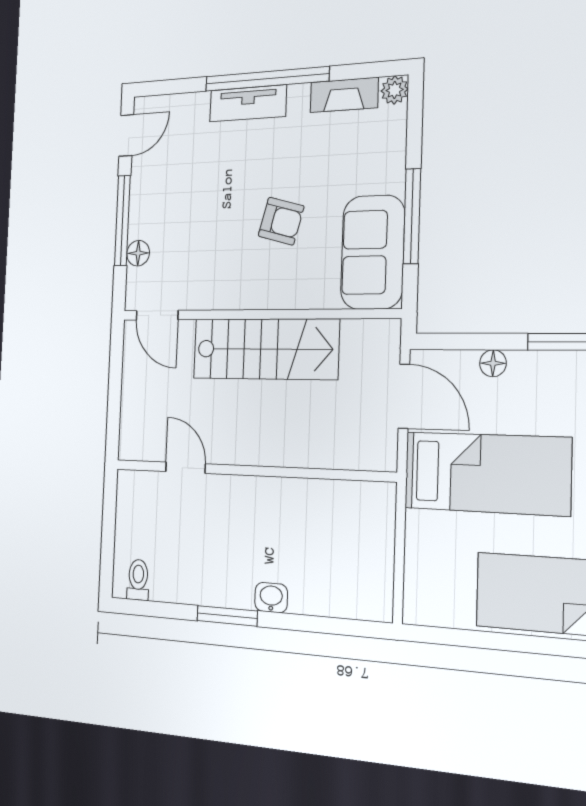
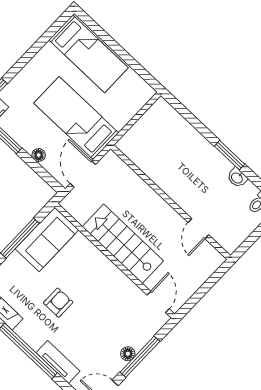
tv unit: (248, 103) -> (58, 362), moved
armchair: (281, 221) -> (58, 303), moved, turned 75
floor lamp: (138, 253) -> (128, 354), moved
washbasin: (271, 598) -> (237, 178), moved

